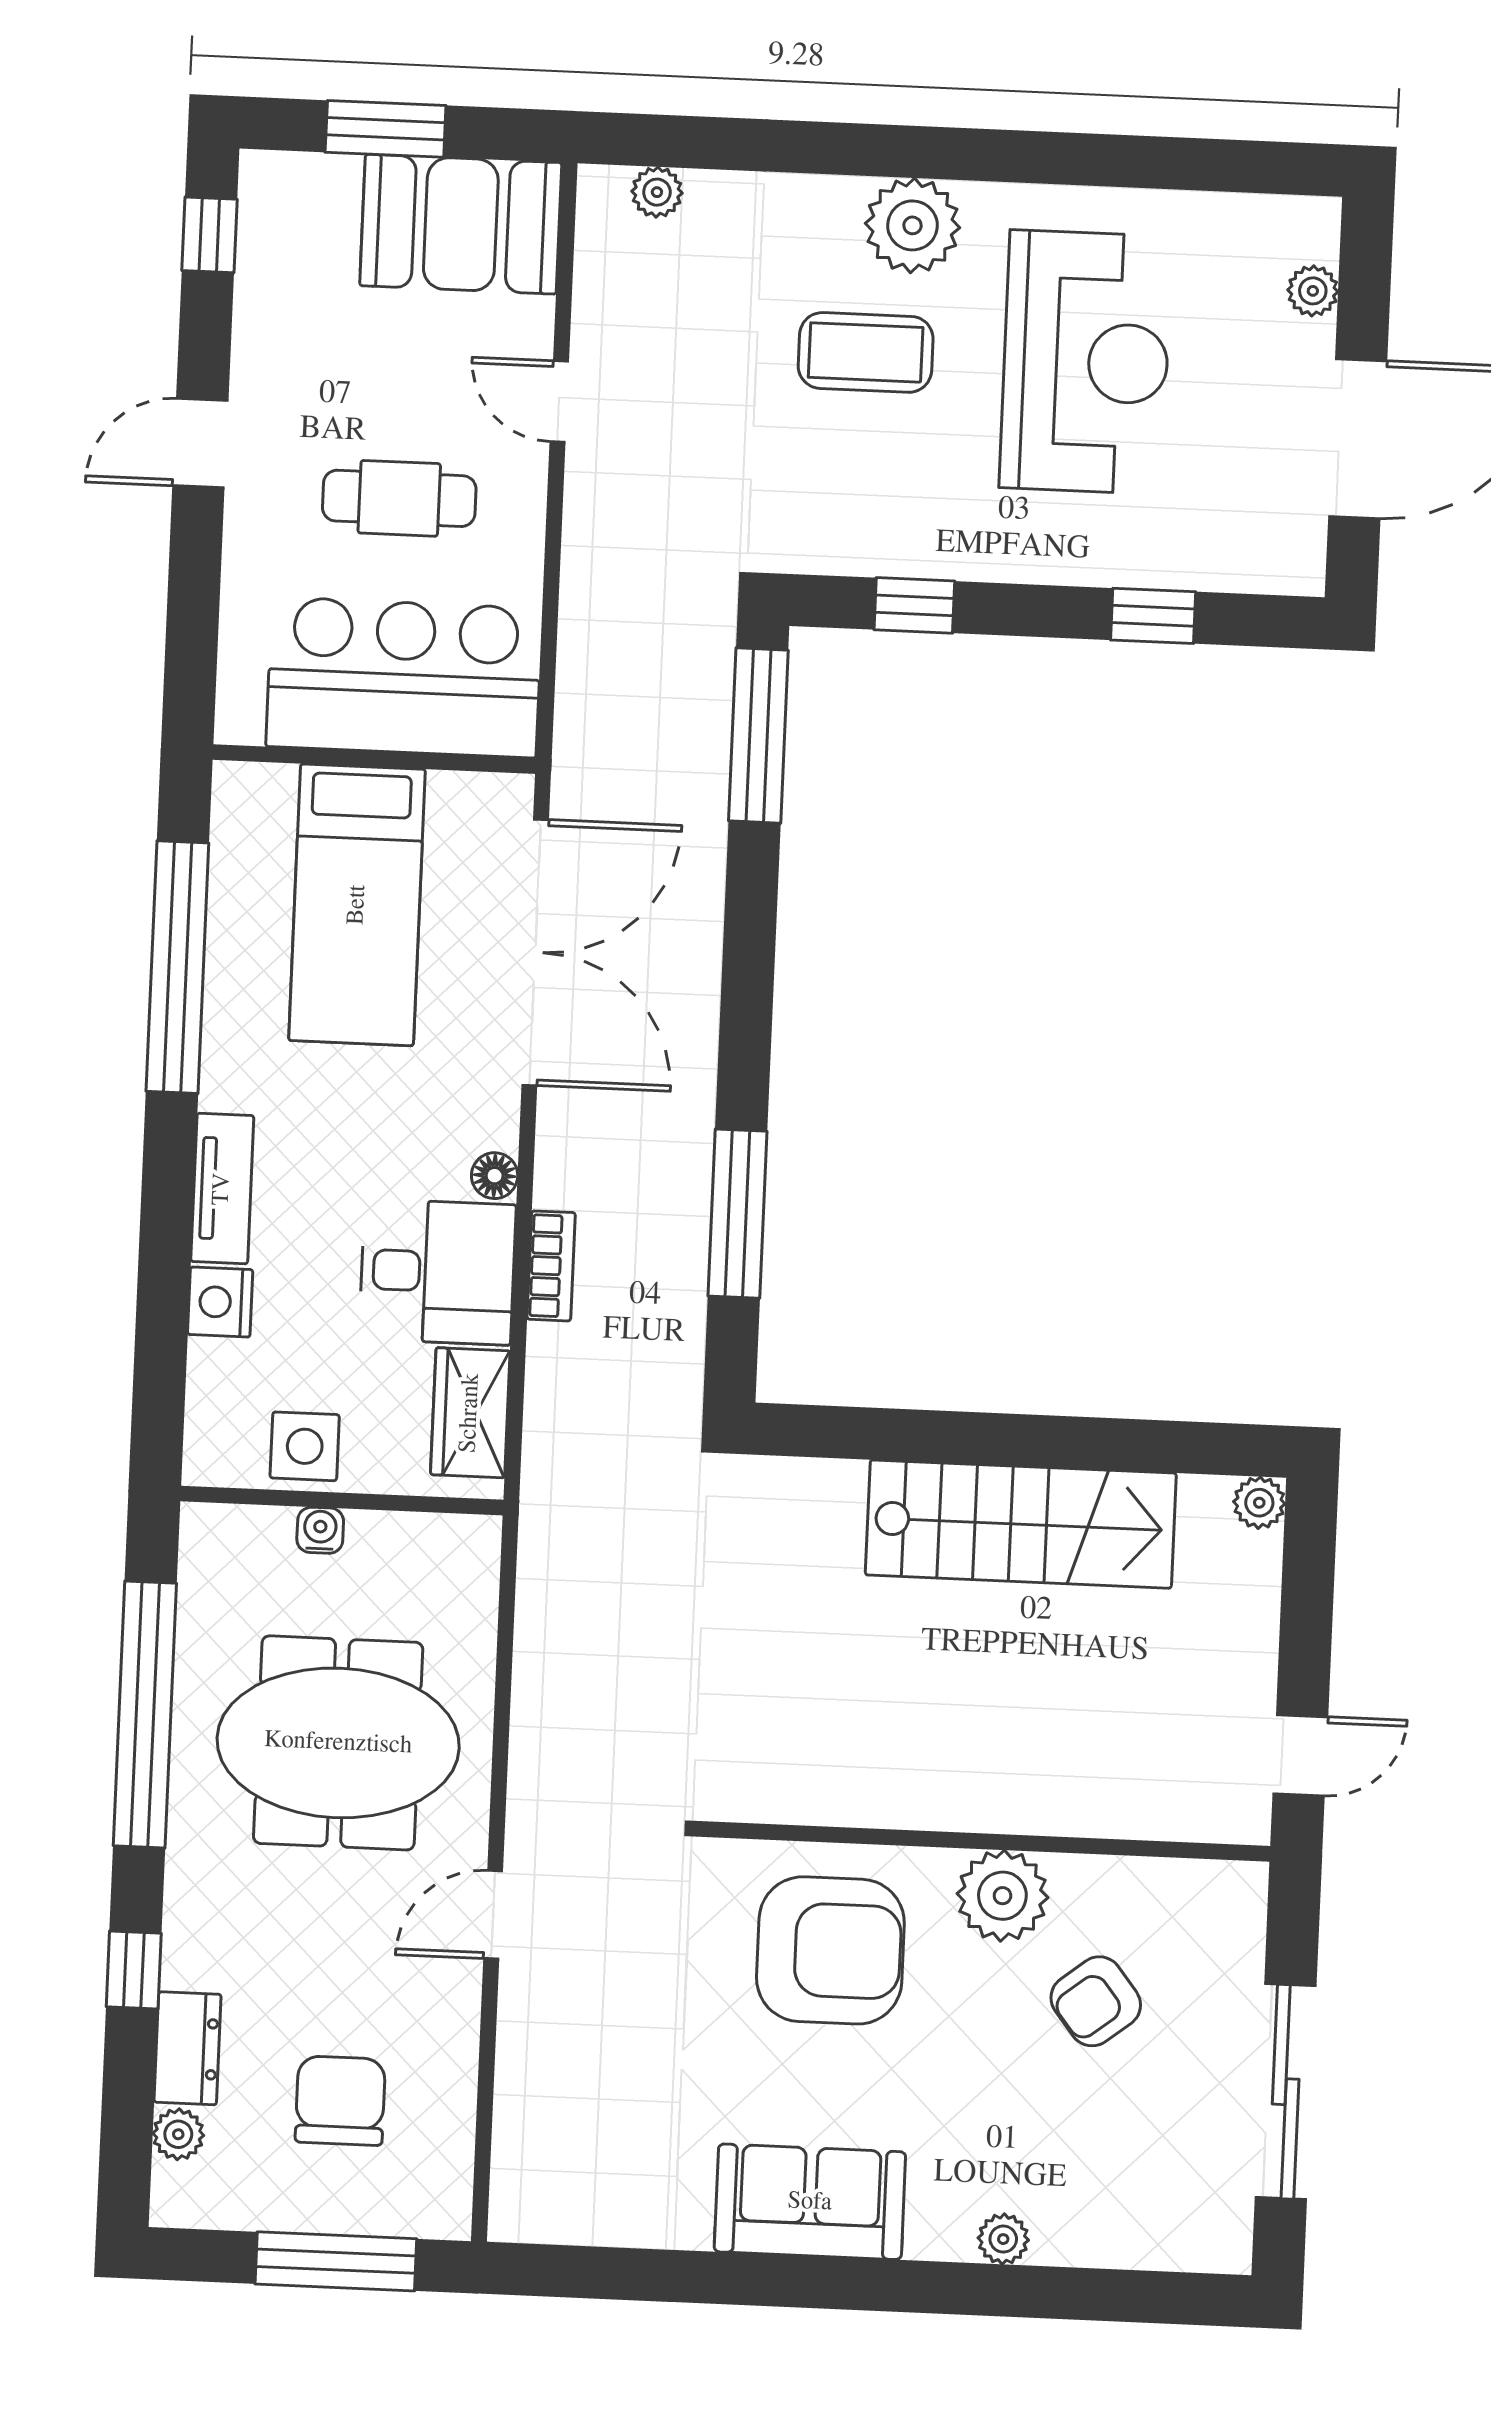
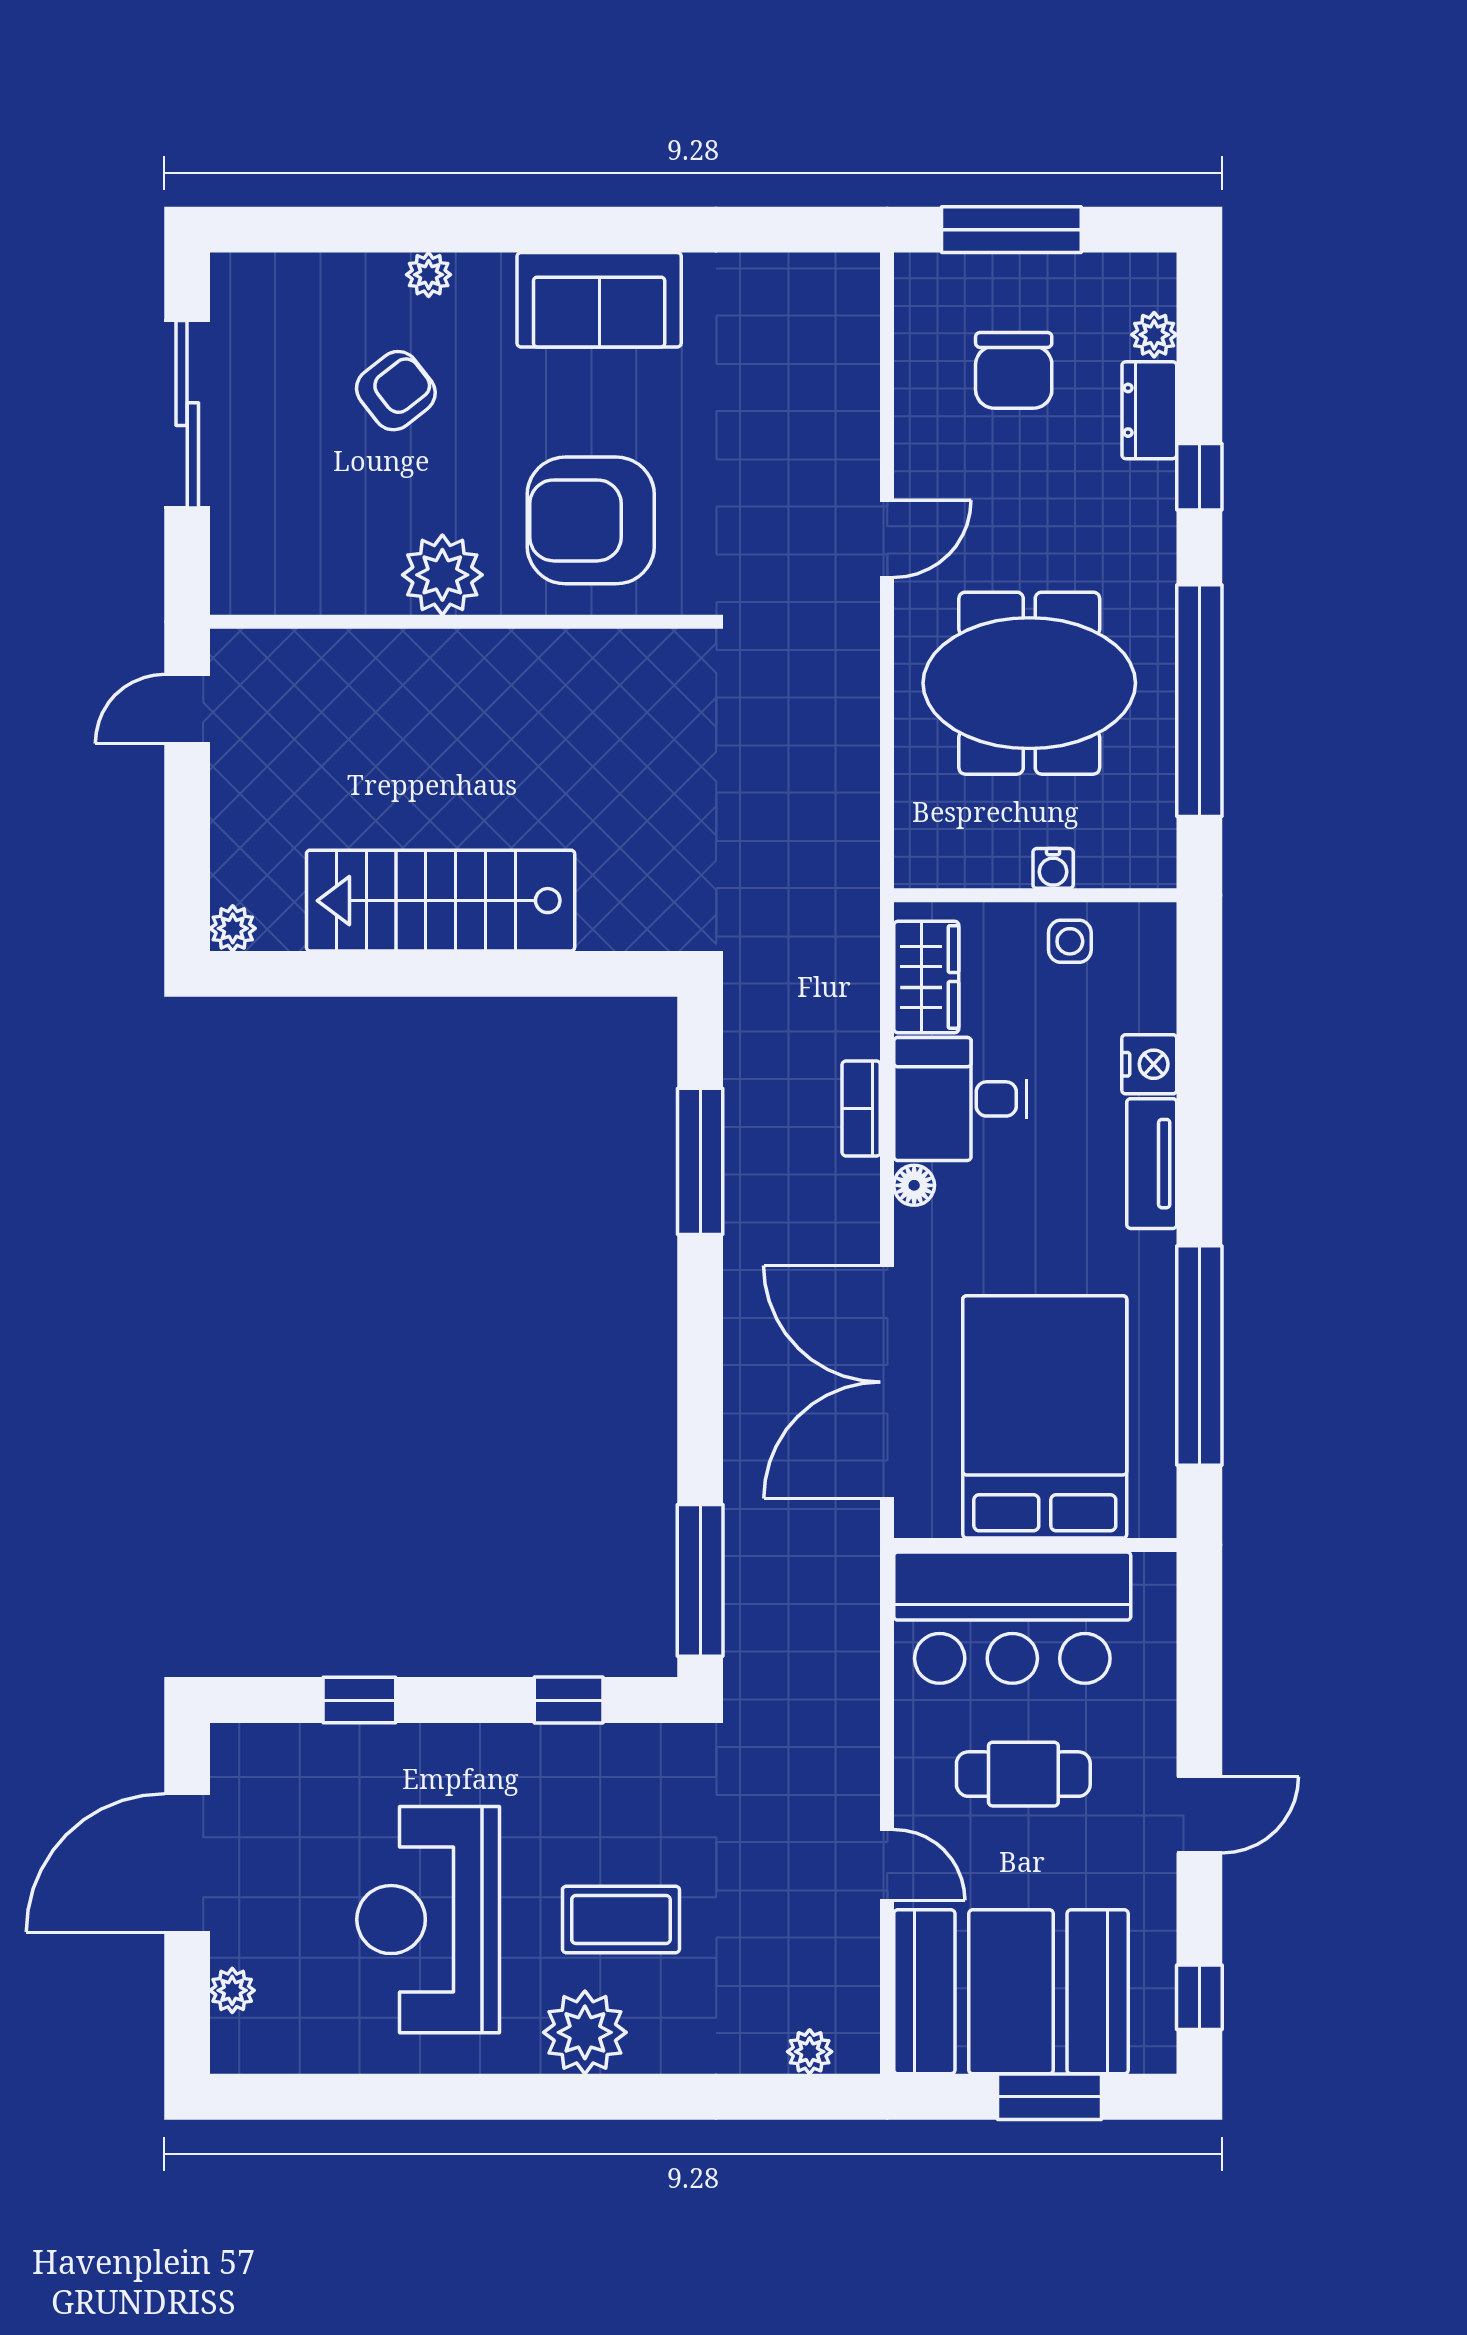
booth: (461, 224) -> (1011, 1992), width x1.36, depth x1.42
bed: (357, 905) -> (1045, 1417), width x1.50
side table: (305, 1446) -> (1070, 941), width x0.73, depth x0.73
armchair: (1096, 2001) -> (396, 391), moved

